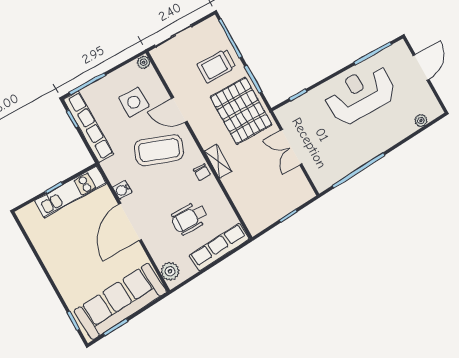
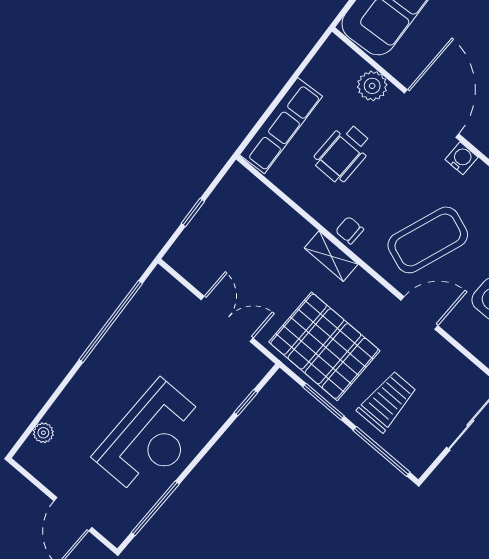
wheelchair: (189, 218) -> (343, 153), turned 180
plant: (170, 271) -> (372, 86), moved

